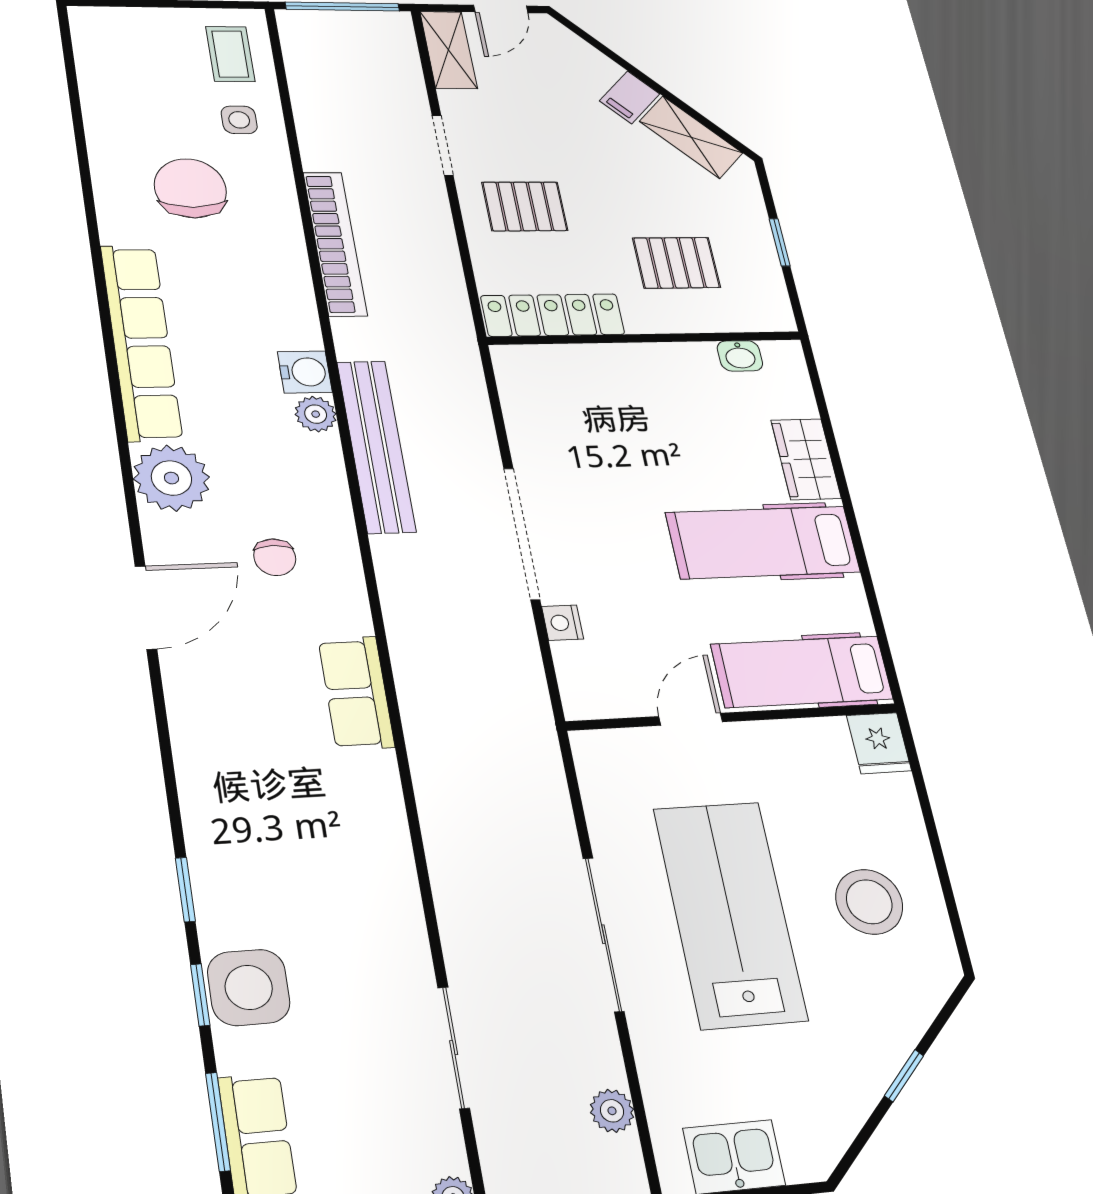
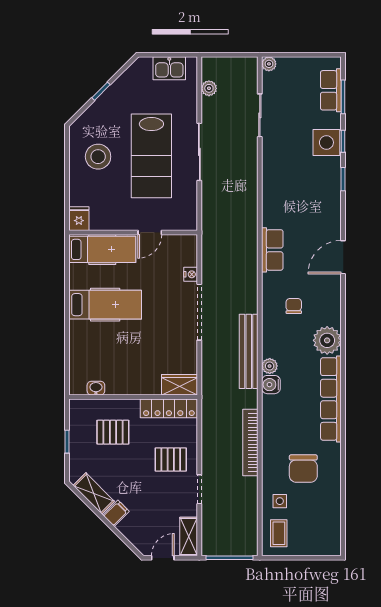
wardrobe: (806, 459) -> (179, 385), moved, turned -90
door: (146, 607) -> (343, 257), moved

